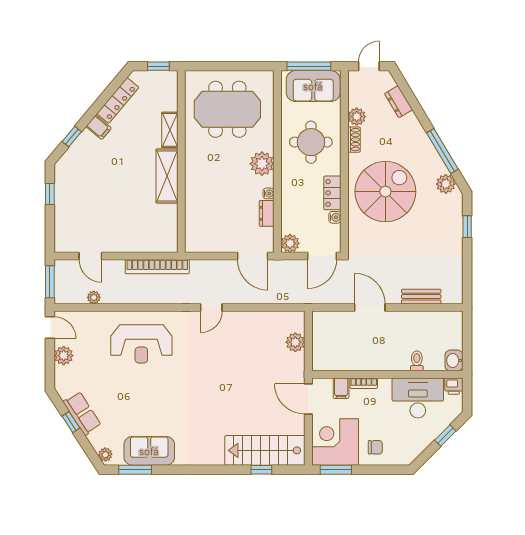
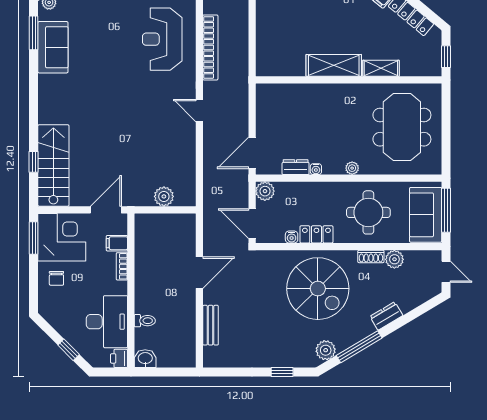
dresser: (399, 102) -> (386, 316), moved
plant: (262, 164) -> (352, 168), width x0.53, depth x0.53
bookcase: (157, 267) -> (210, 47), moved, turned 180

